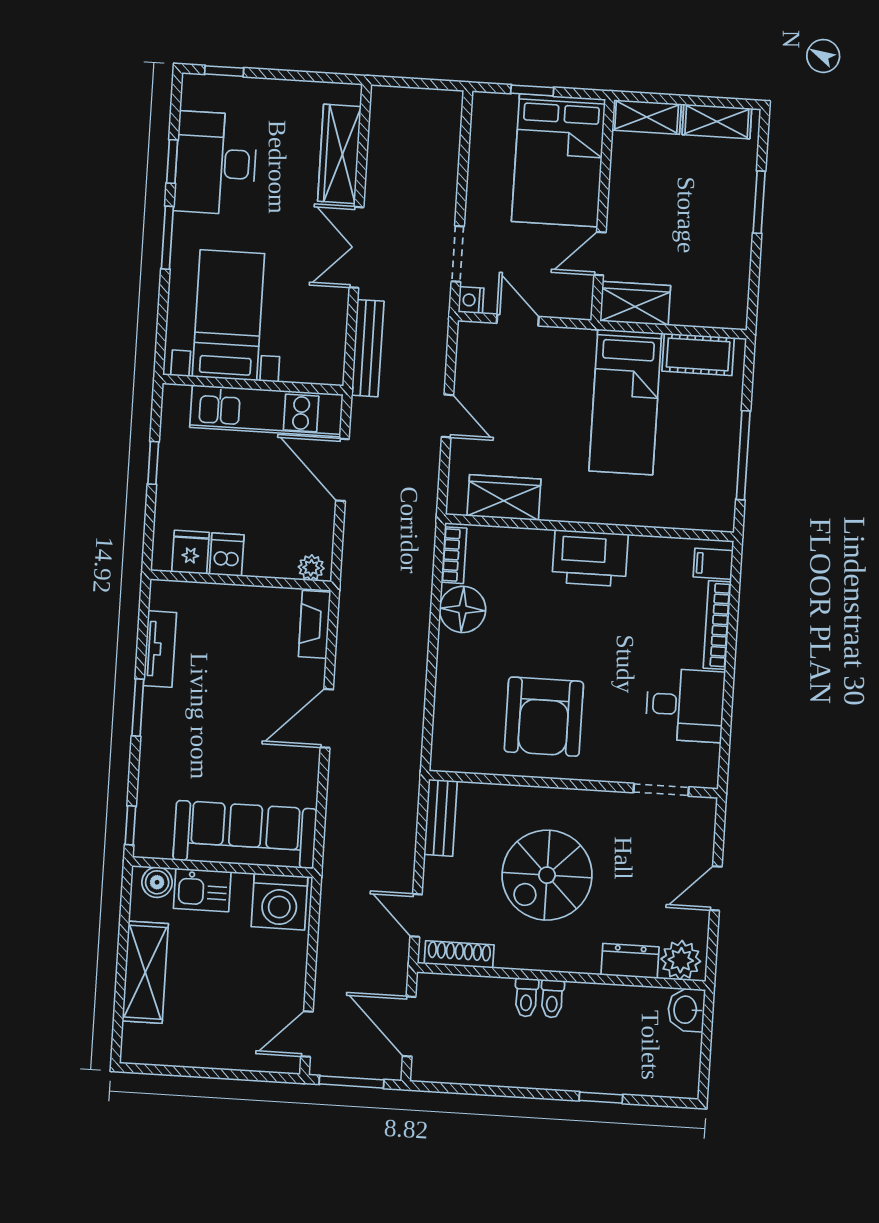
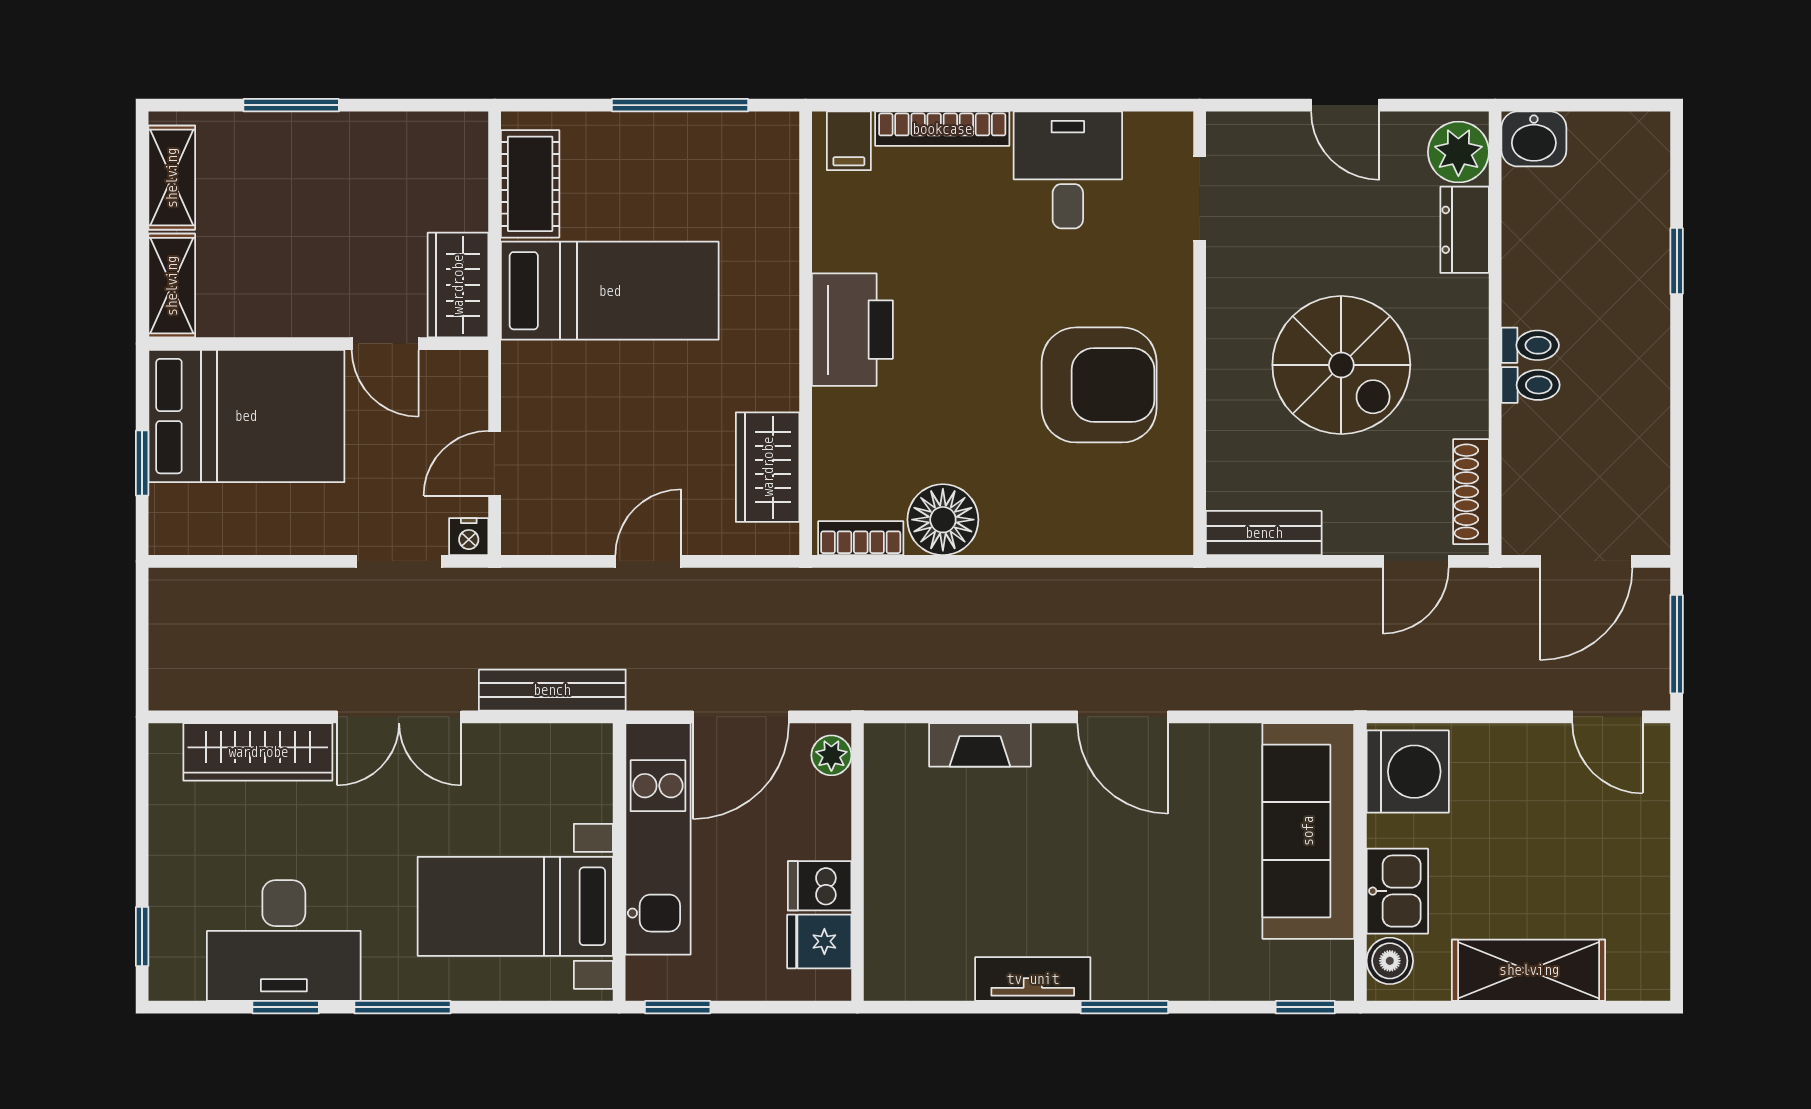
window: (153, 463) -> (678, 1007), moved
fridge: (190, 552) -> (819, 941), moved
dishwasher: (227, 555) -> (820, 886), moved
plant: (311, 568) -> (831, 755), moved
wall: (241, 580) -> (858, 862), moved

